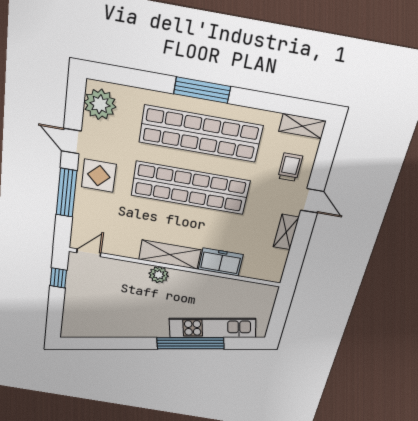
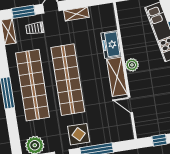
window: (324, 159) -> (23, 12), added
door: (89, 253) -> (130, 105), moved
plant: (159, 275) -> (132, 65), moved

